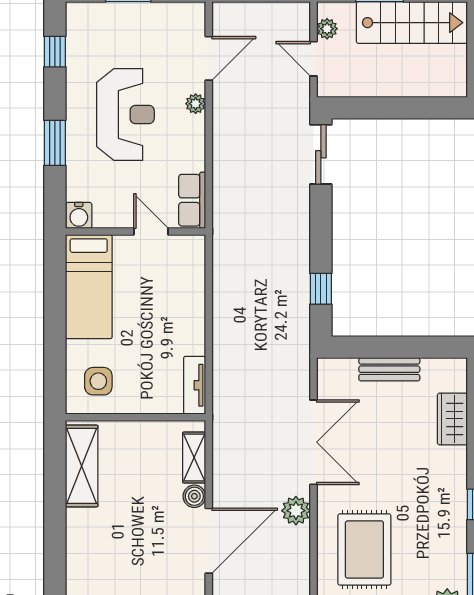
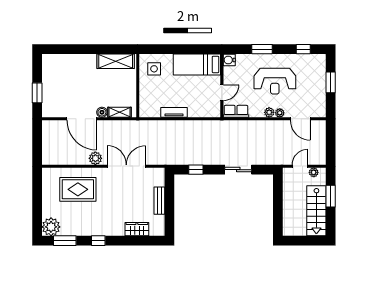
plant: (195, 127) -> (269, 112), added
sliding door: (321, 154) -> (238, 170), moved
tv unit: (195, 385) -> (174, 112), moved
double door: (313, 442) -> (126, 166), swing flipped

